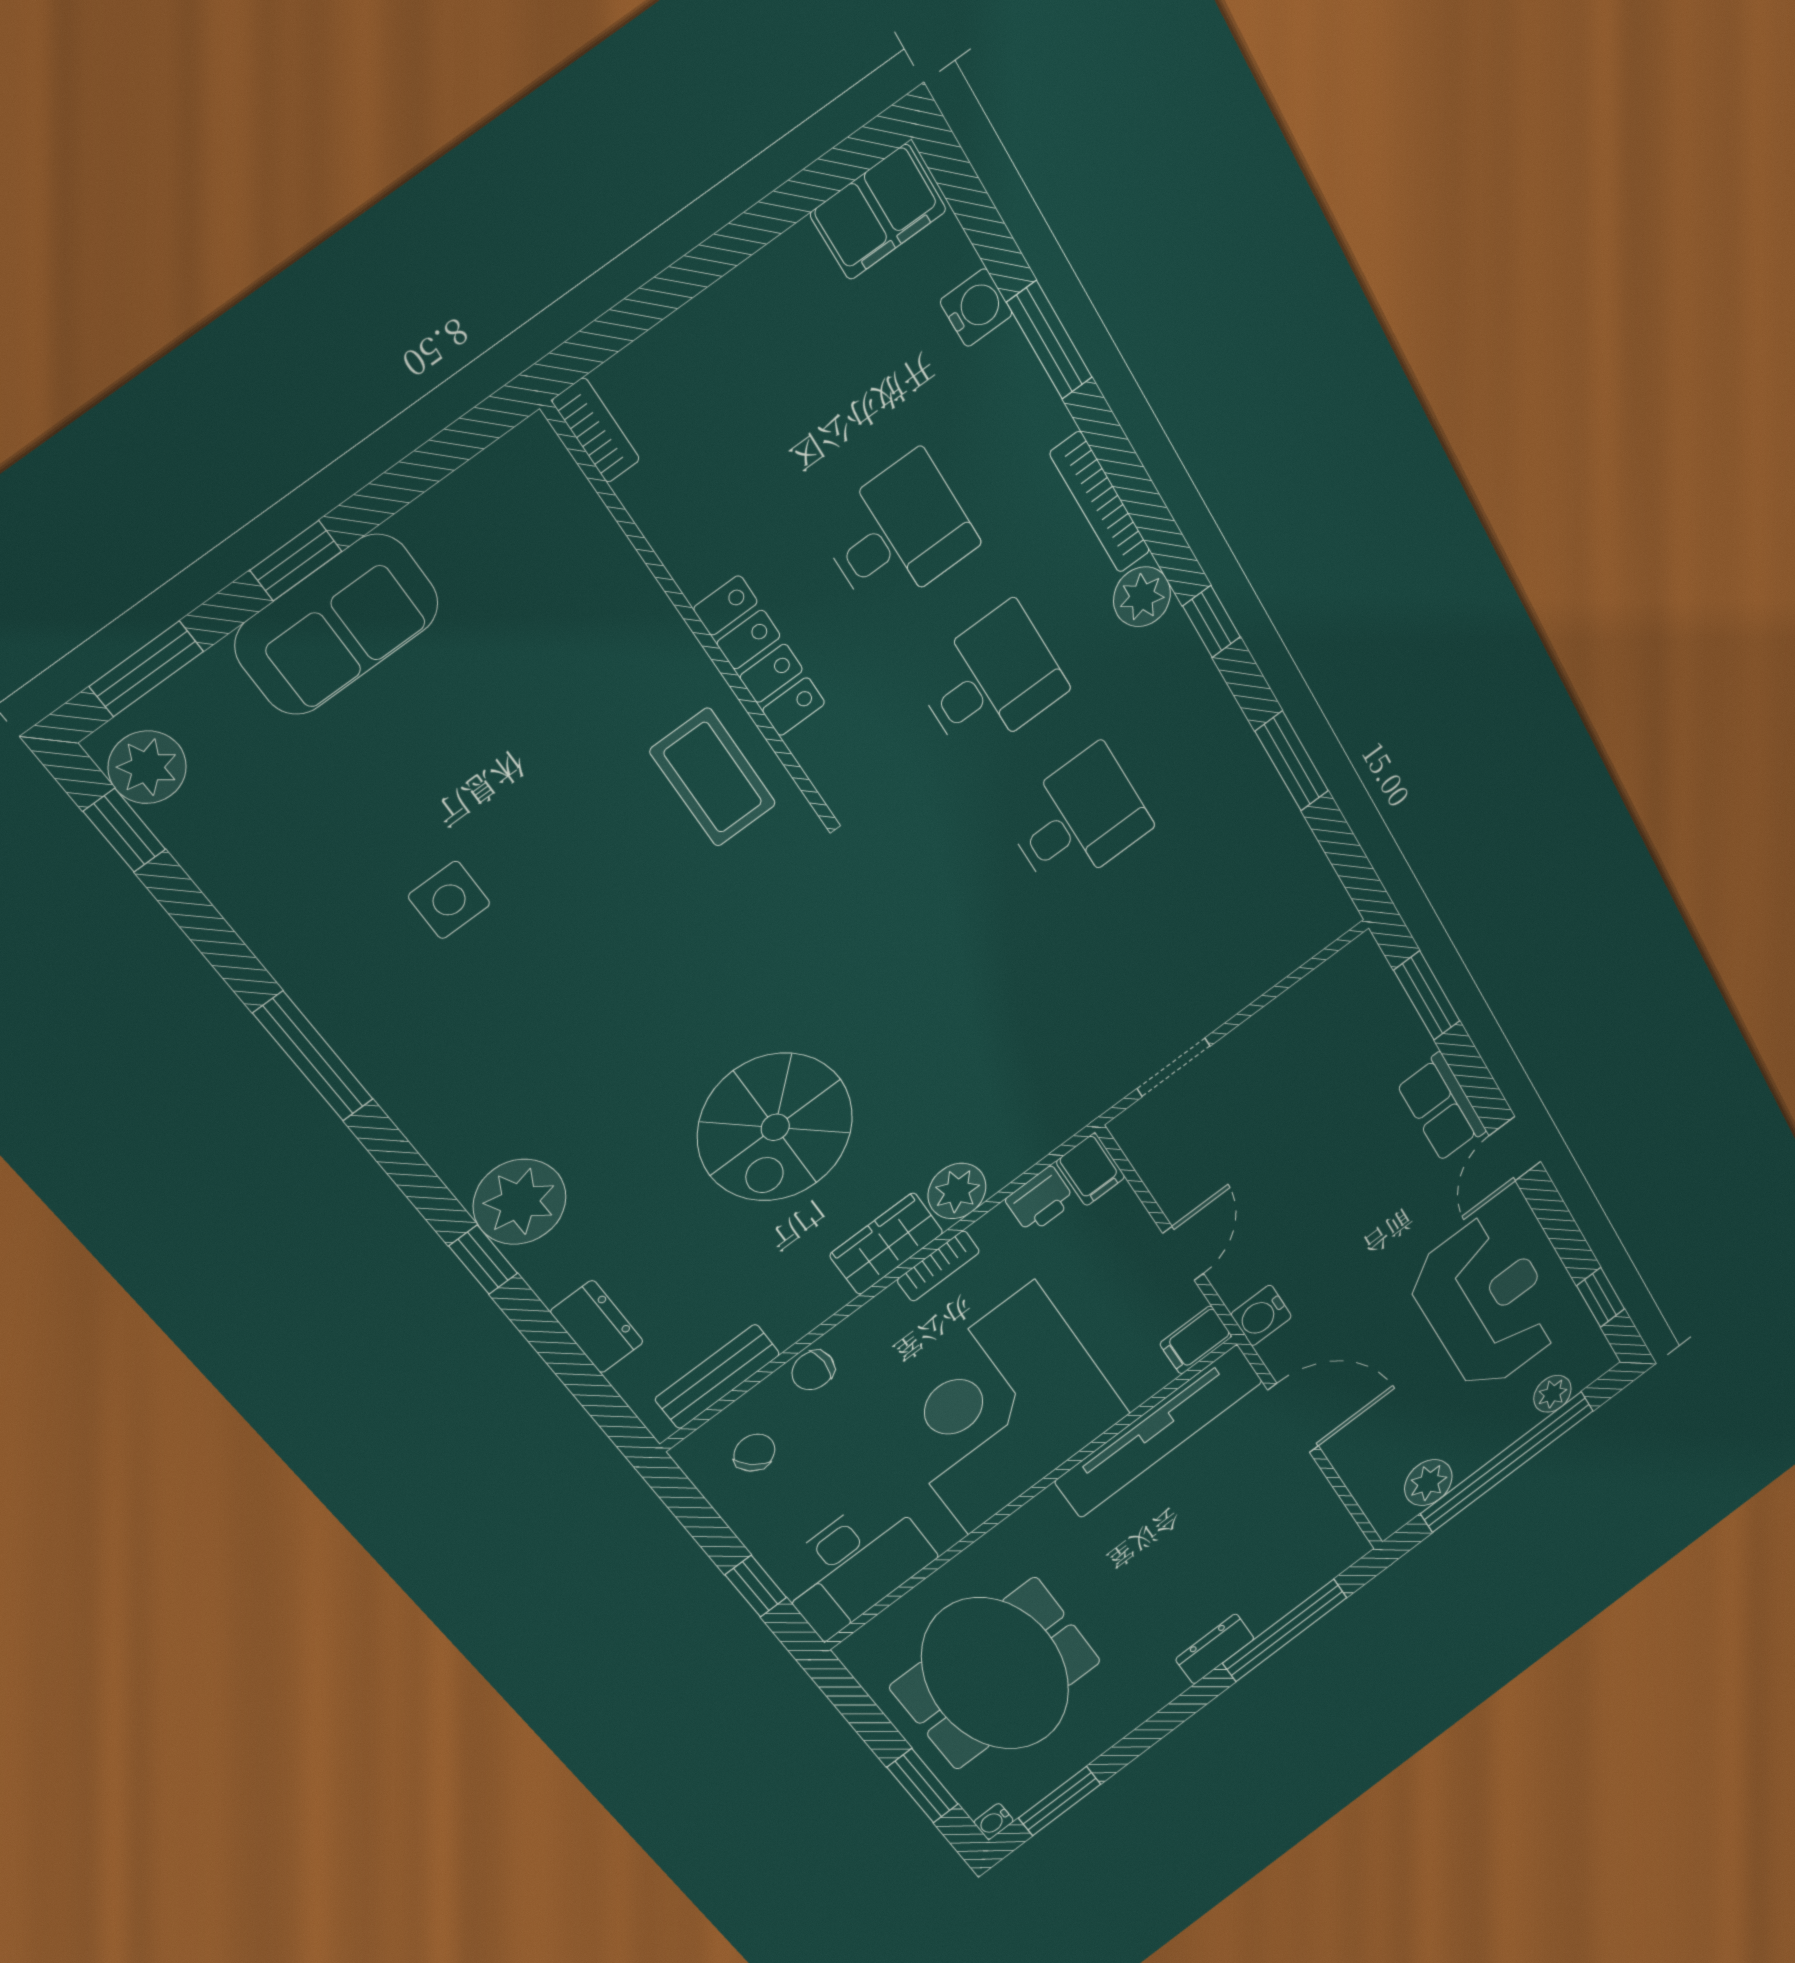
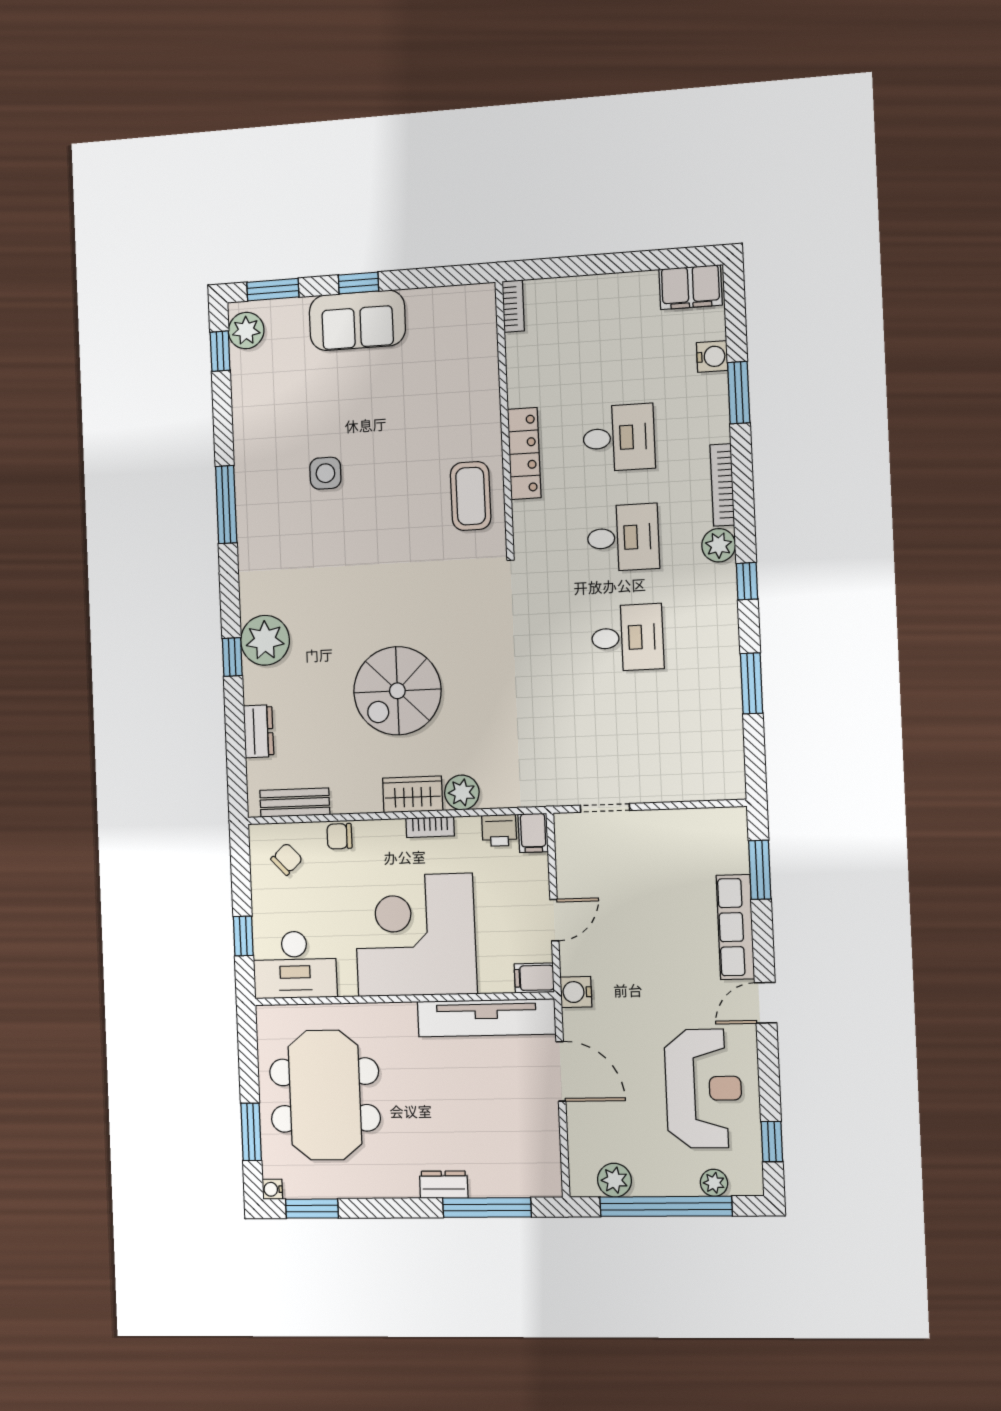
row of seats: (1442, 1108) -> (735, 927), width x1.48

